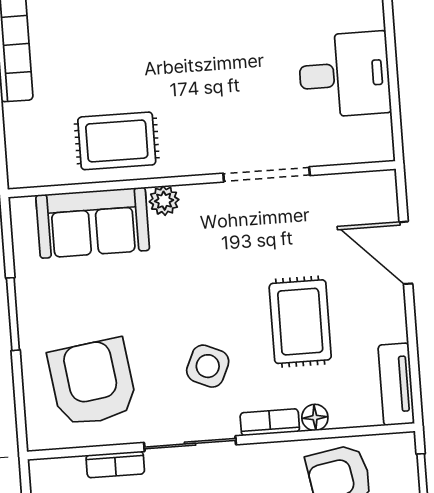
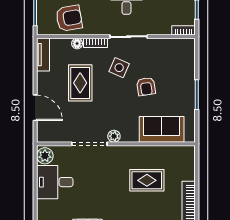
plant: (373, 137) -> (45, 156), added
rug: (117, 141) -> (147, 180), moved
plant: (164, 201) -> (114, 136), moved
armchair: (92, 383) -> (146, 87), moved, width x0.53, depth x0.53
bookcase: (115, 464) -> (184, 30), moved

